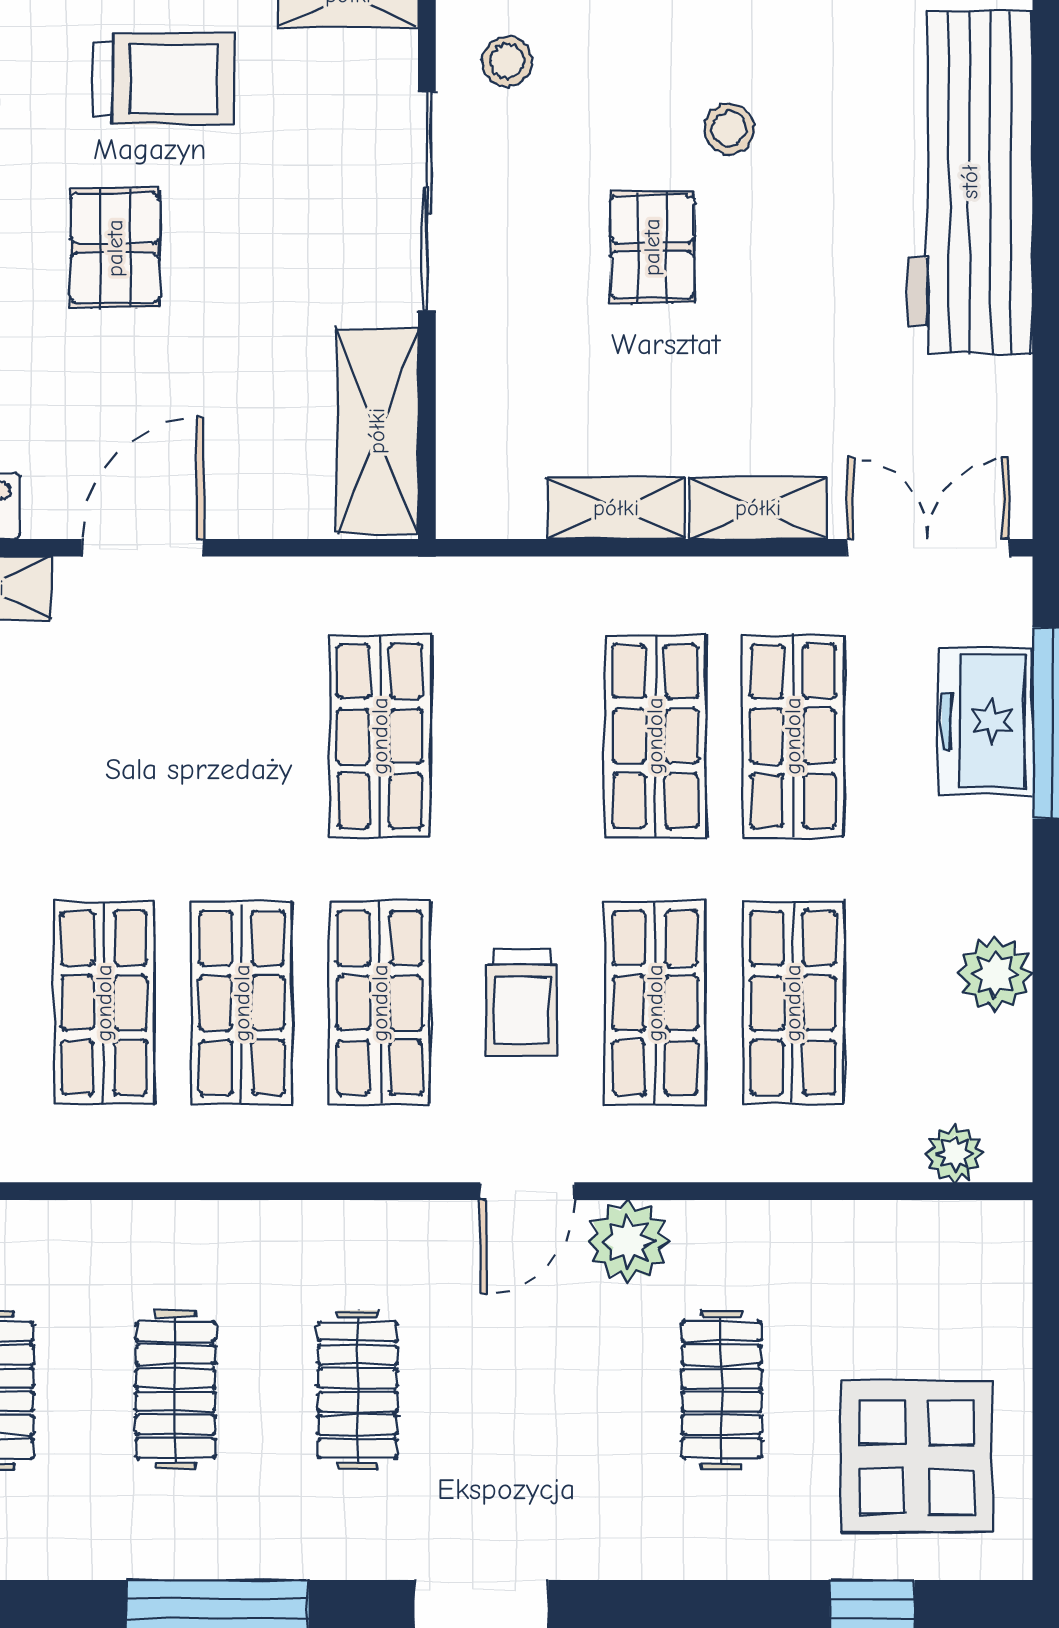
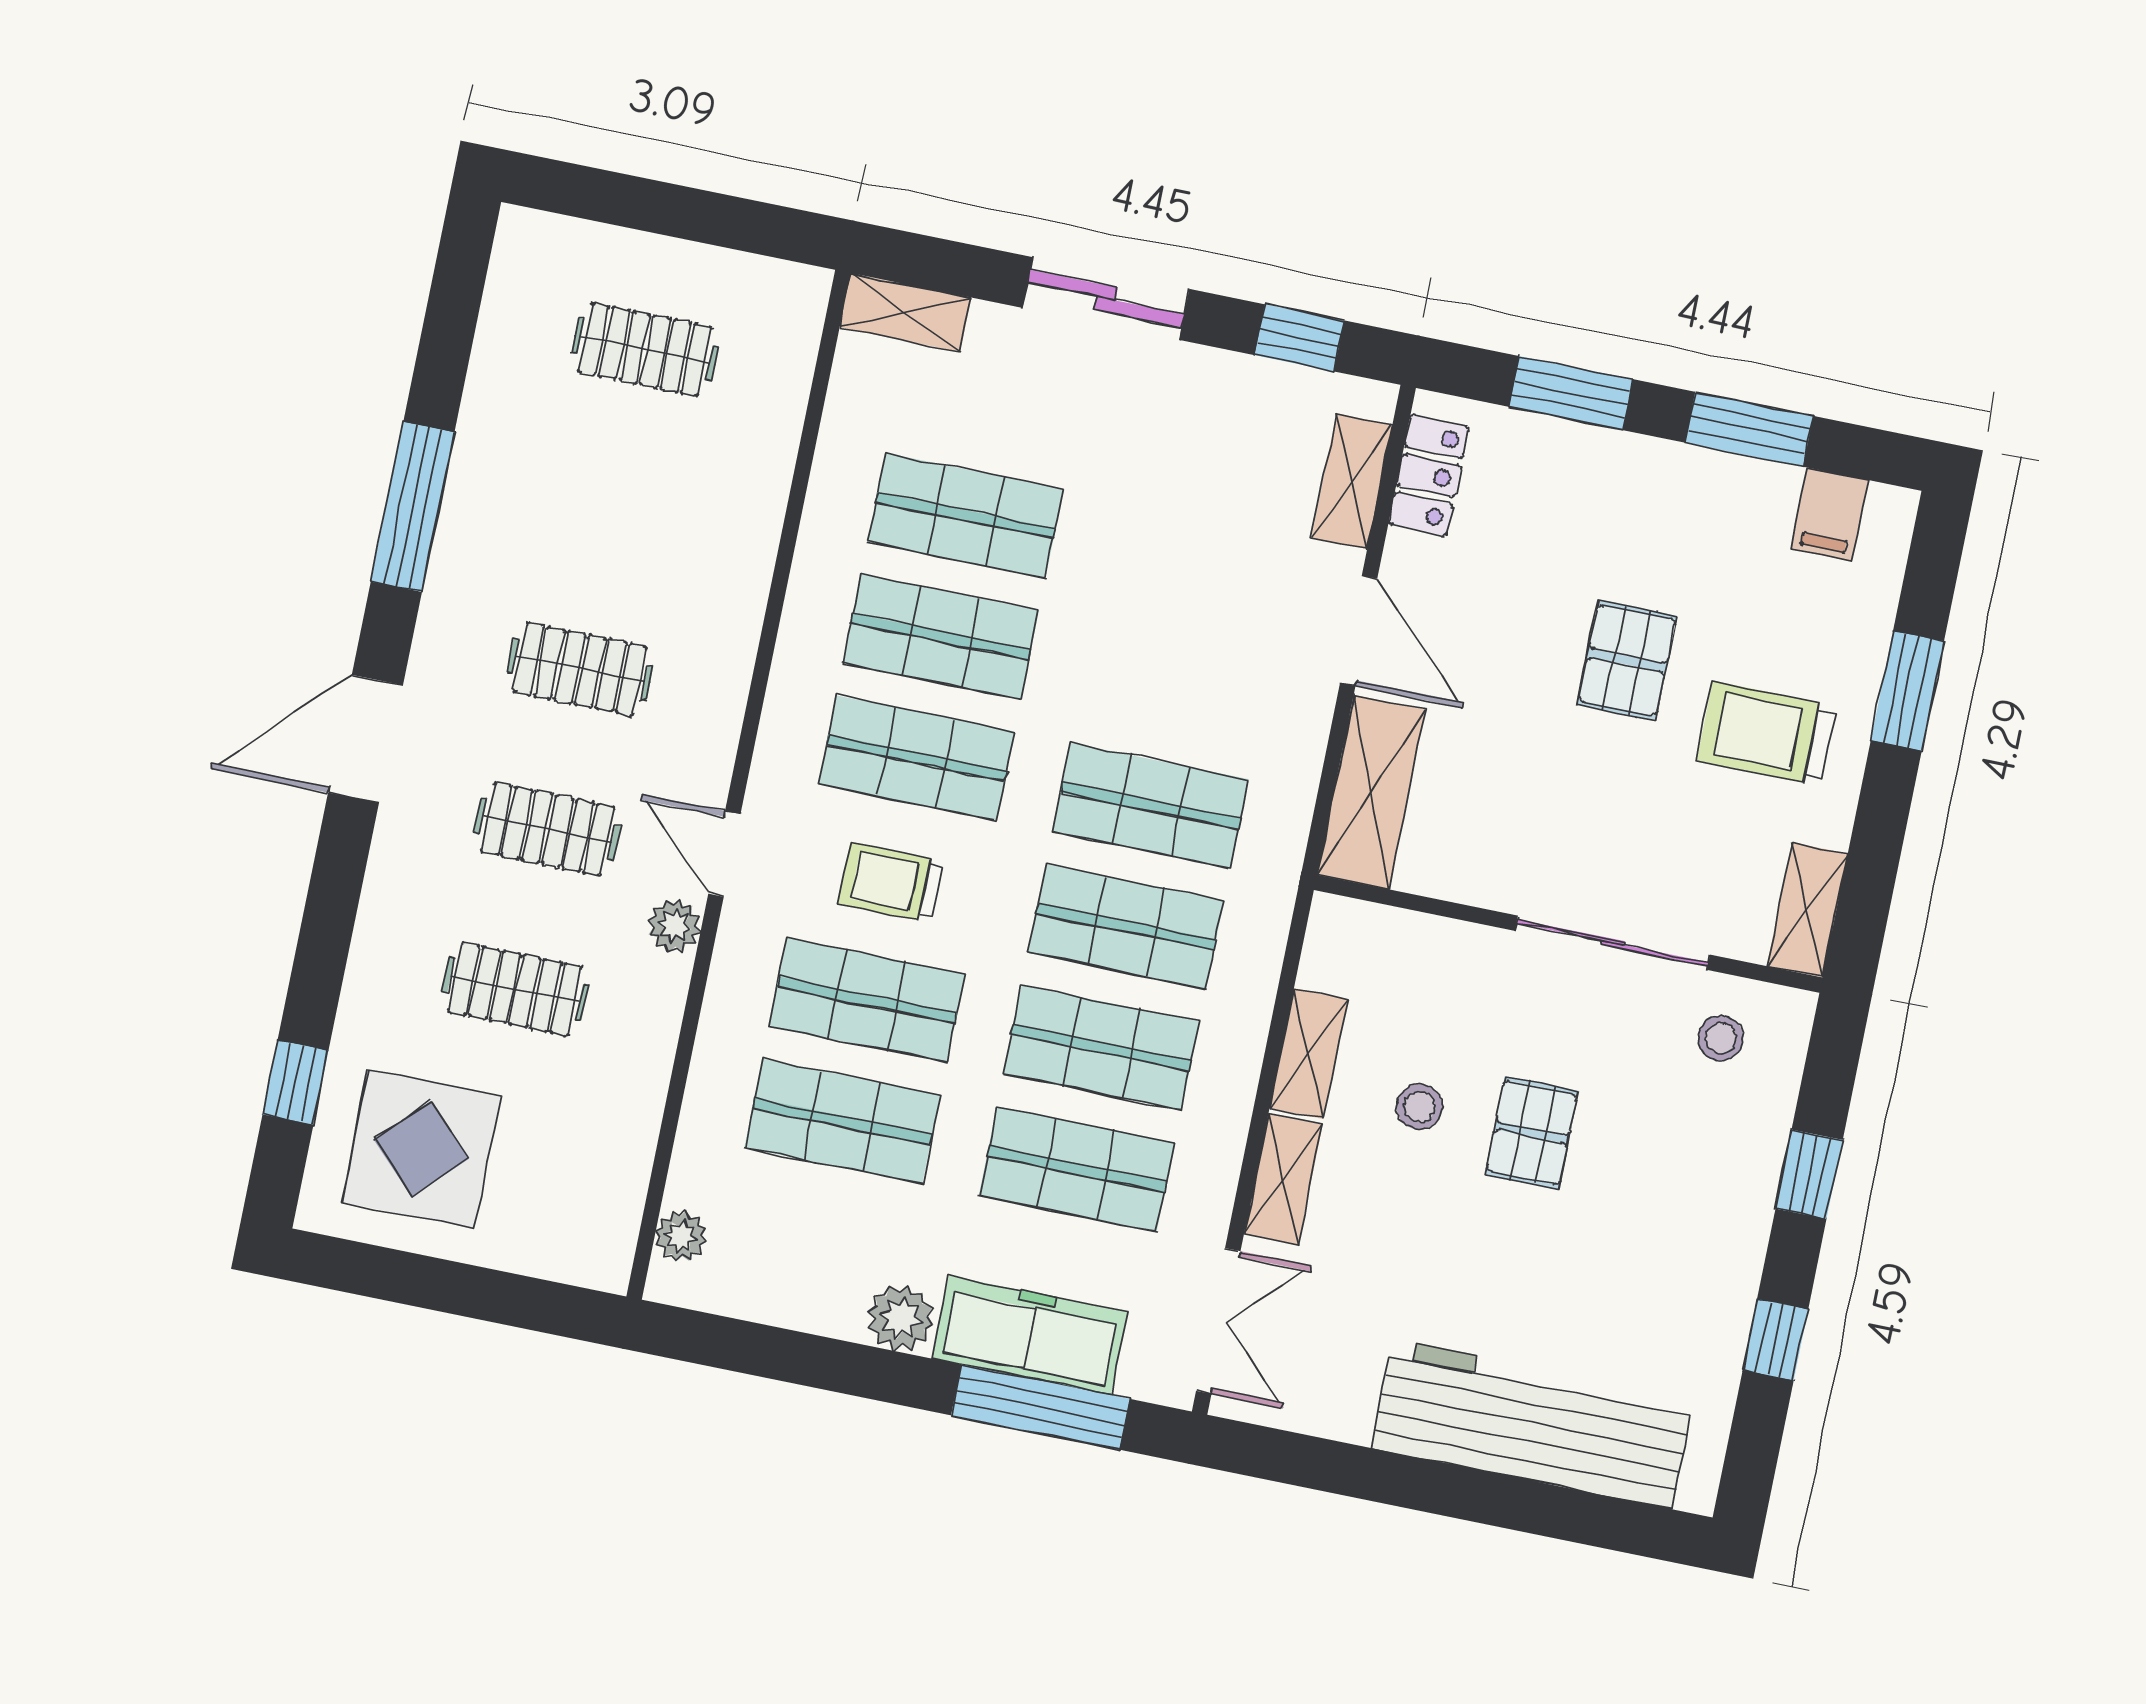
trolley: (164, 79) -> (1767, 733), turned 90
stool: (729, 129) -> (1419, 1107), moved
pallet: (652, 247) -> (1532, 1133), turned 90
pallet: (115, 248) -> (1627, 660), turned 90
shelving: (377, 431) -> (1371, 792), moved, turned 90
freezer: (985, 721) -> (1030, 1335), width x1.40
shop shelf: (517, 736) -> (1126, 927), added
plant: (995, 974) -> (901, 1318), moved
plant: (628, 1241) -> (674, 926), width x0.73, depth x0.73
clothes rail: (176, 1390) -> (548, 829), moved

